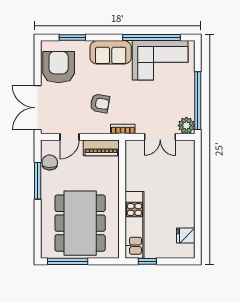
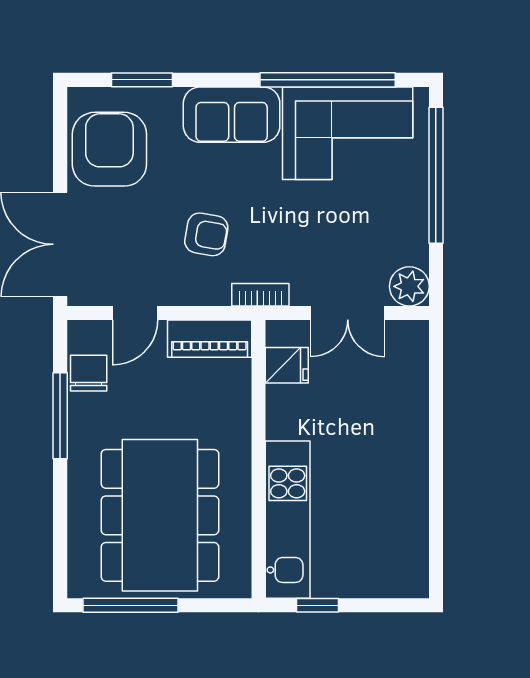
window: (198, 101) -> (436, 175), moved
fridge: (186, 235) -> (287, 365), moved, turned 180

